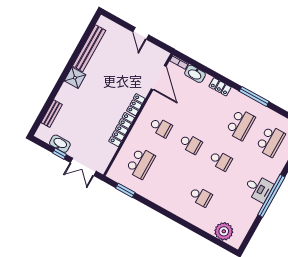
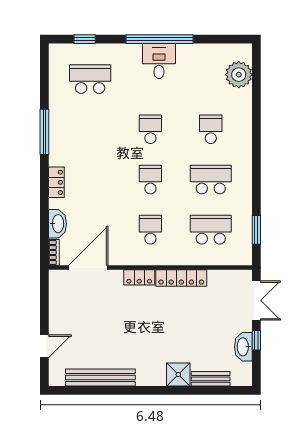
door: (141, 33) -> (44, 346), moved
shower: (75, 78) -> (178, 375), moved
school desk: (241, 125) -> (211, 179), moved

